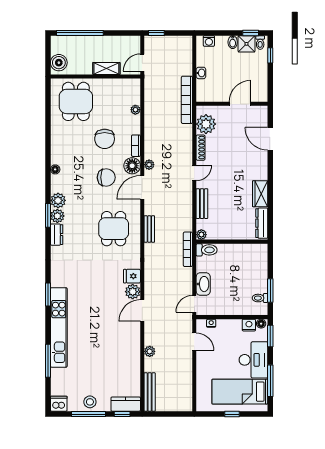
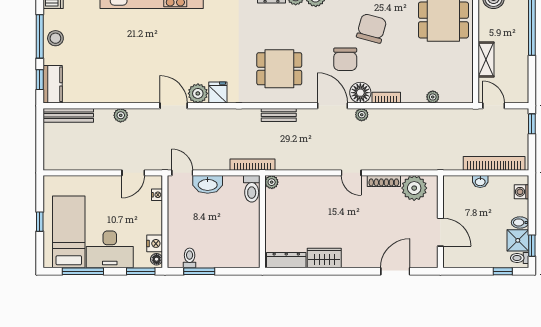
bookcase: (187, 100) -> (494, 163), moved
chair: (105, 139) -> (372, 28), moved, turned 105
bench: (202, 204) -> (312, 183), removed

